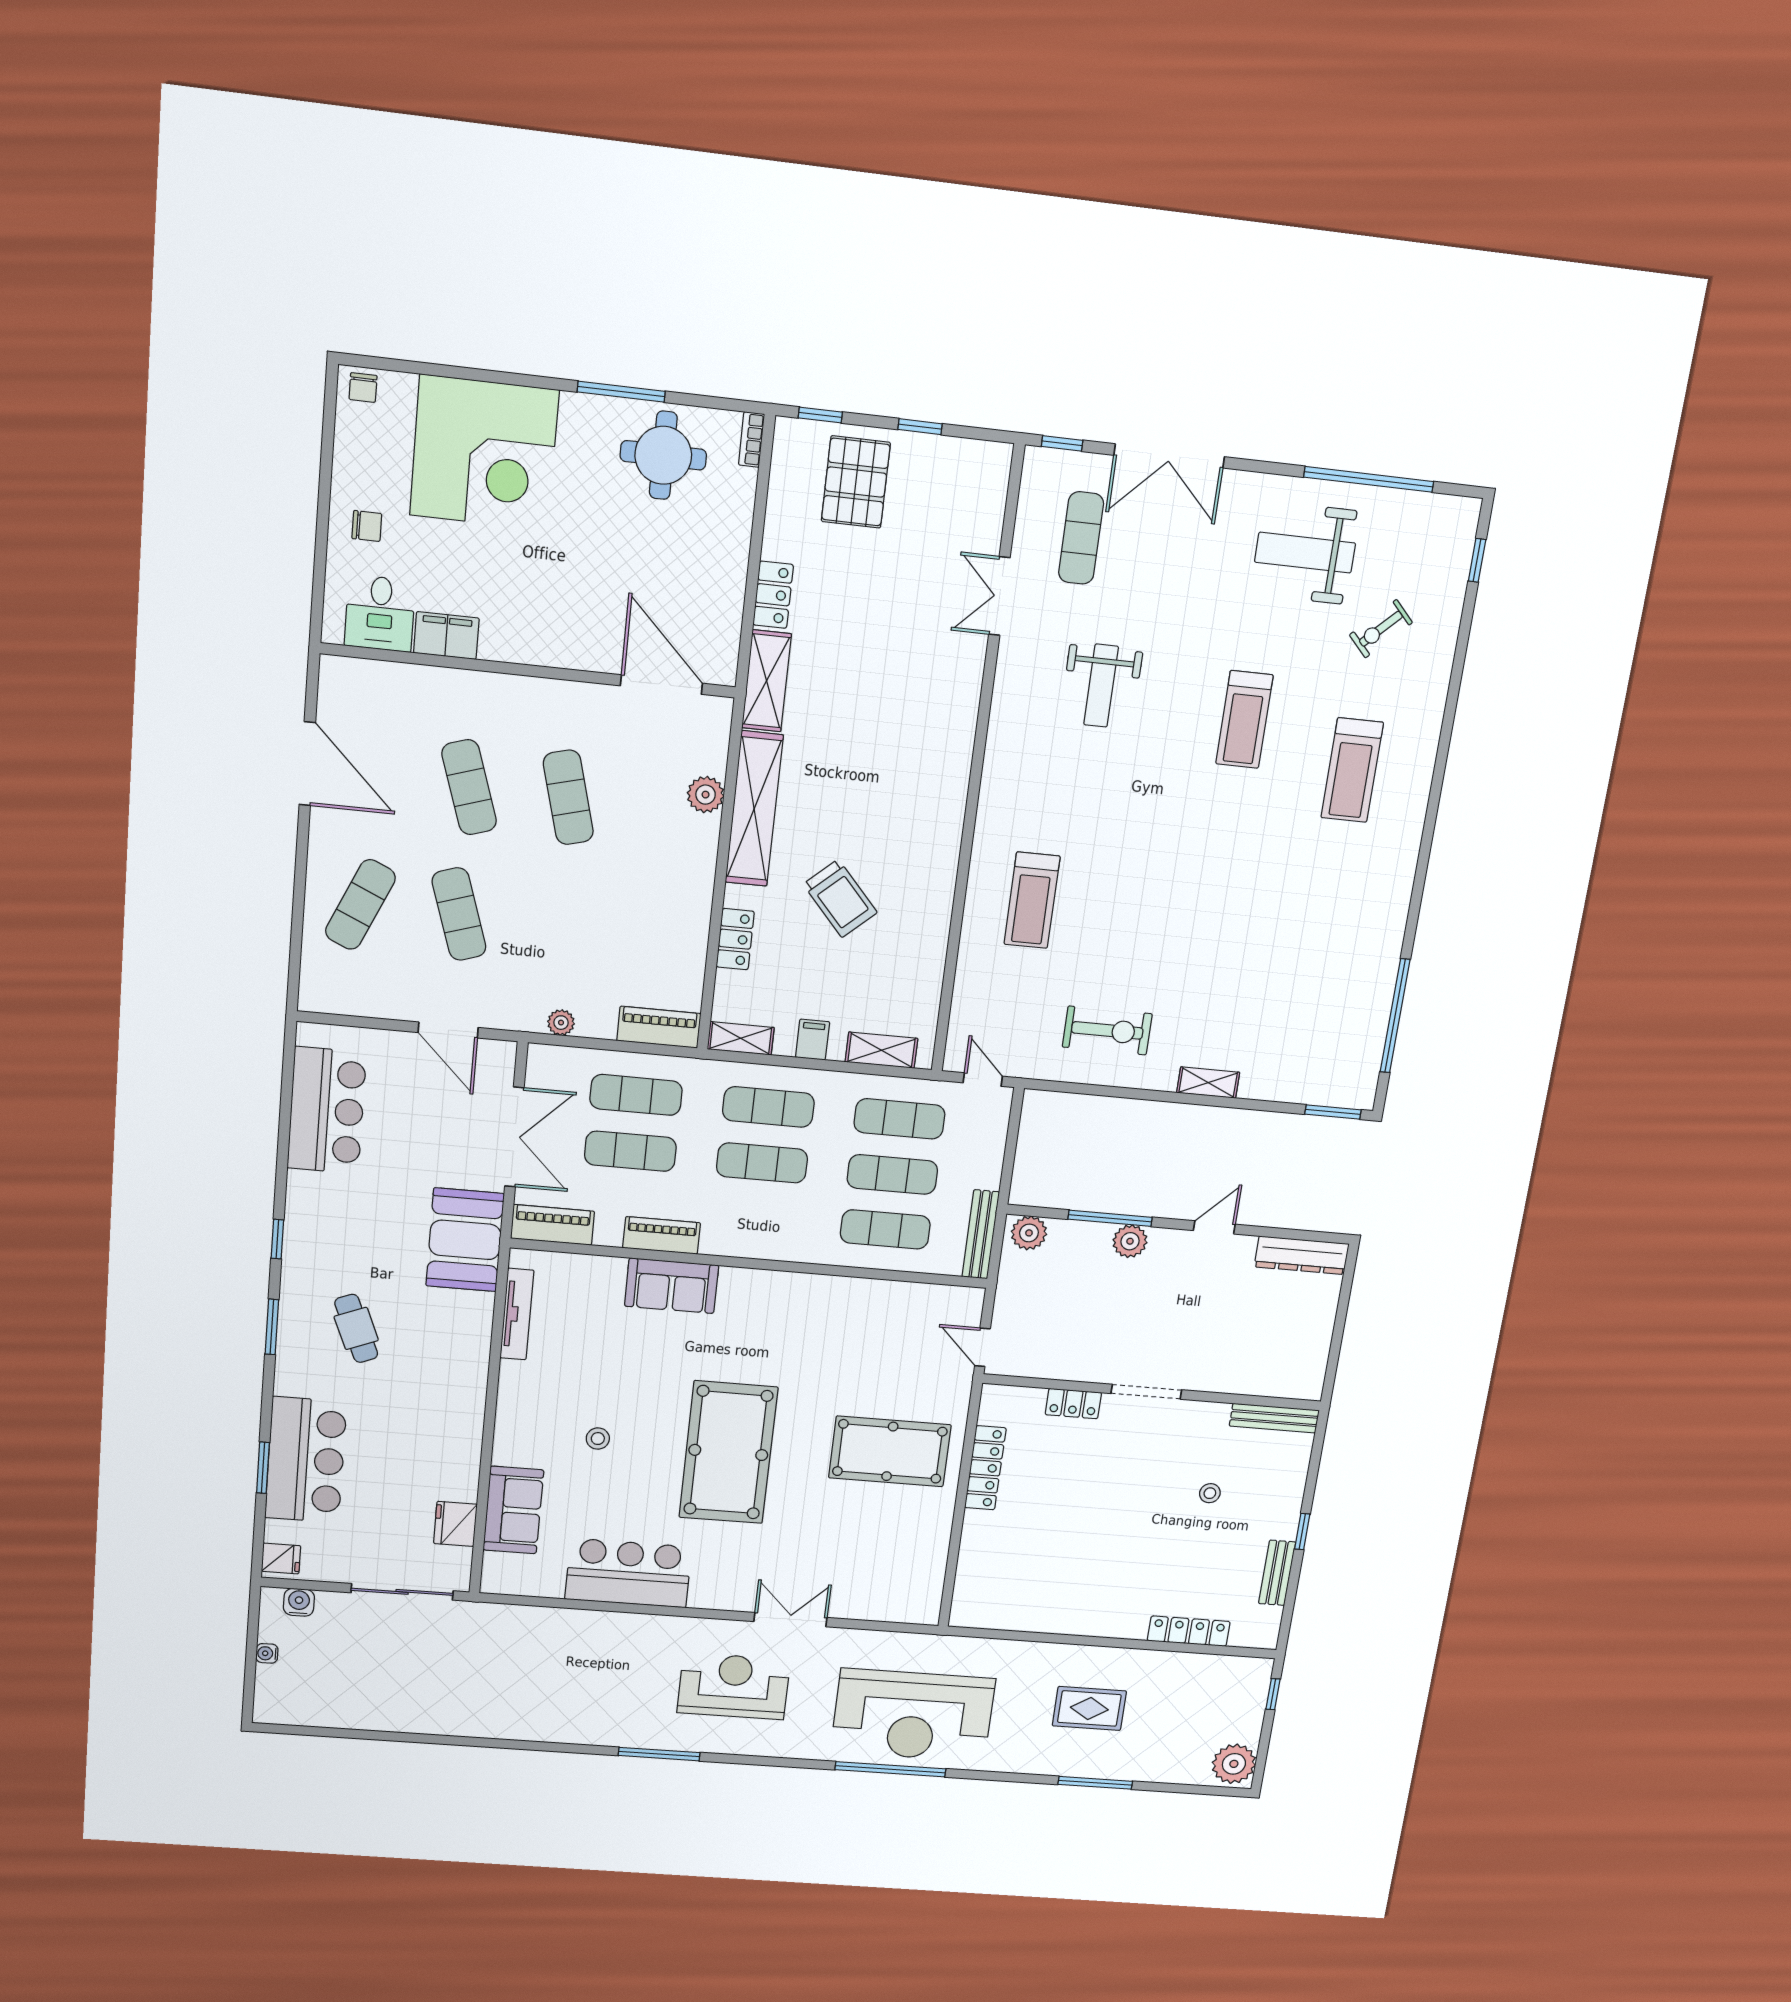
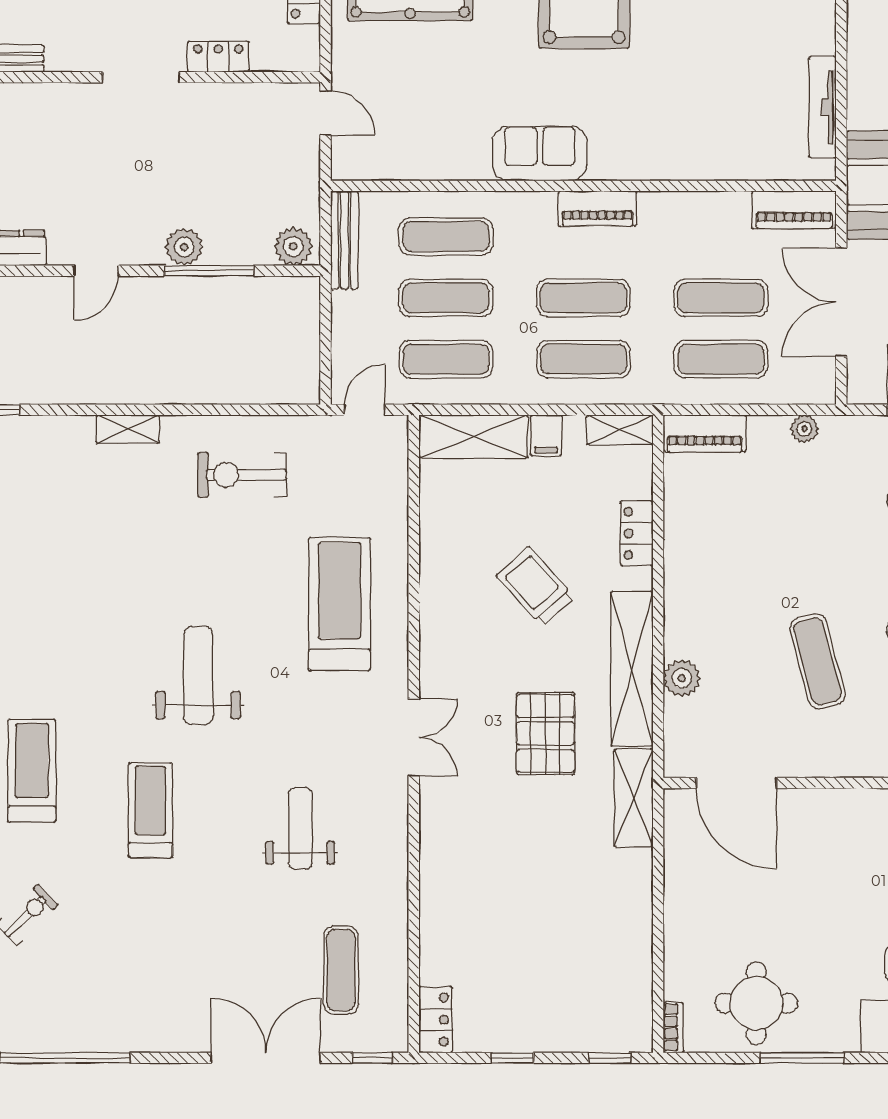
pallet: (856, 482) -> (545, 733), moved
weight bench: (1305, 553) -> (198, 676), moved, turned -90
locker: (773, 595) -> (436, 1020), moved, turned 180
double door: (999, 596) -> (414, 738), moved
treadmill: (1032, 900) -> (339, 604), width x1.37, depth x1.38
shelving: (881, 1050) -> (474, 437), width x1.50, depth x1.33
door: (983, 1080) -> (365, 410), swing flipped
piano: (662, 1235) -> (598, 209), moved
sofa: (672, 1286) -> (540, 153), moved

